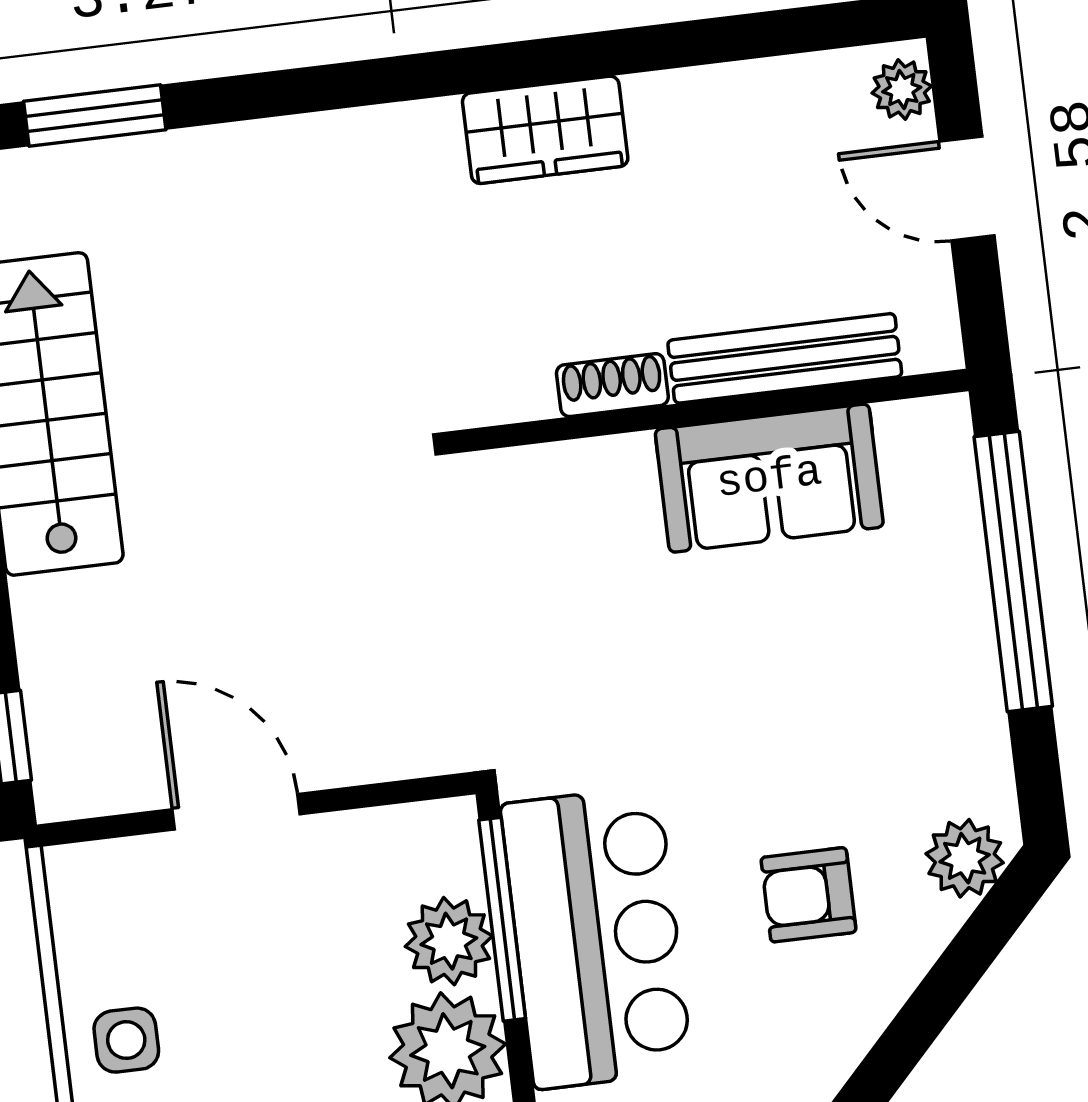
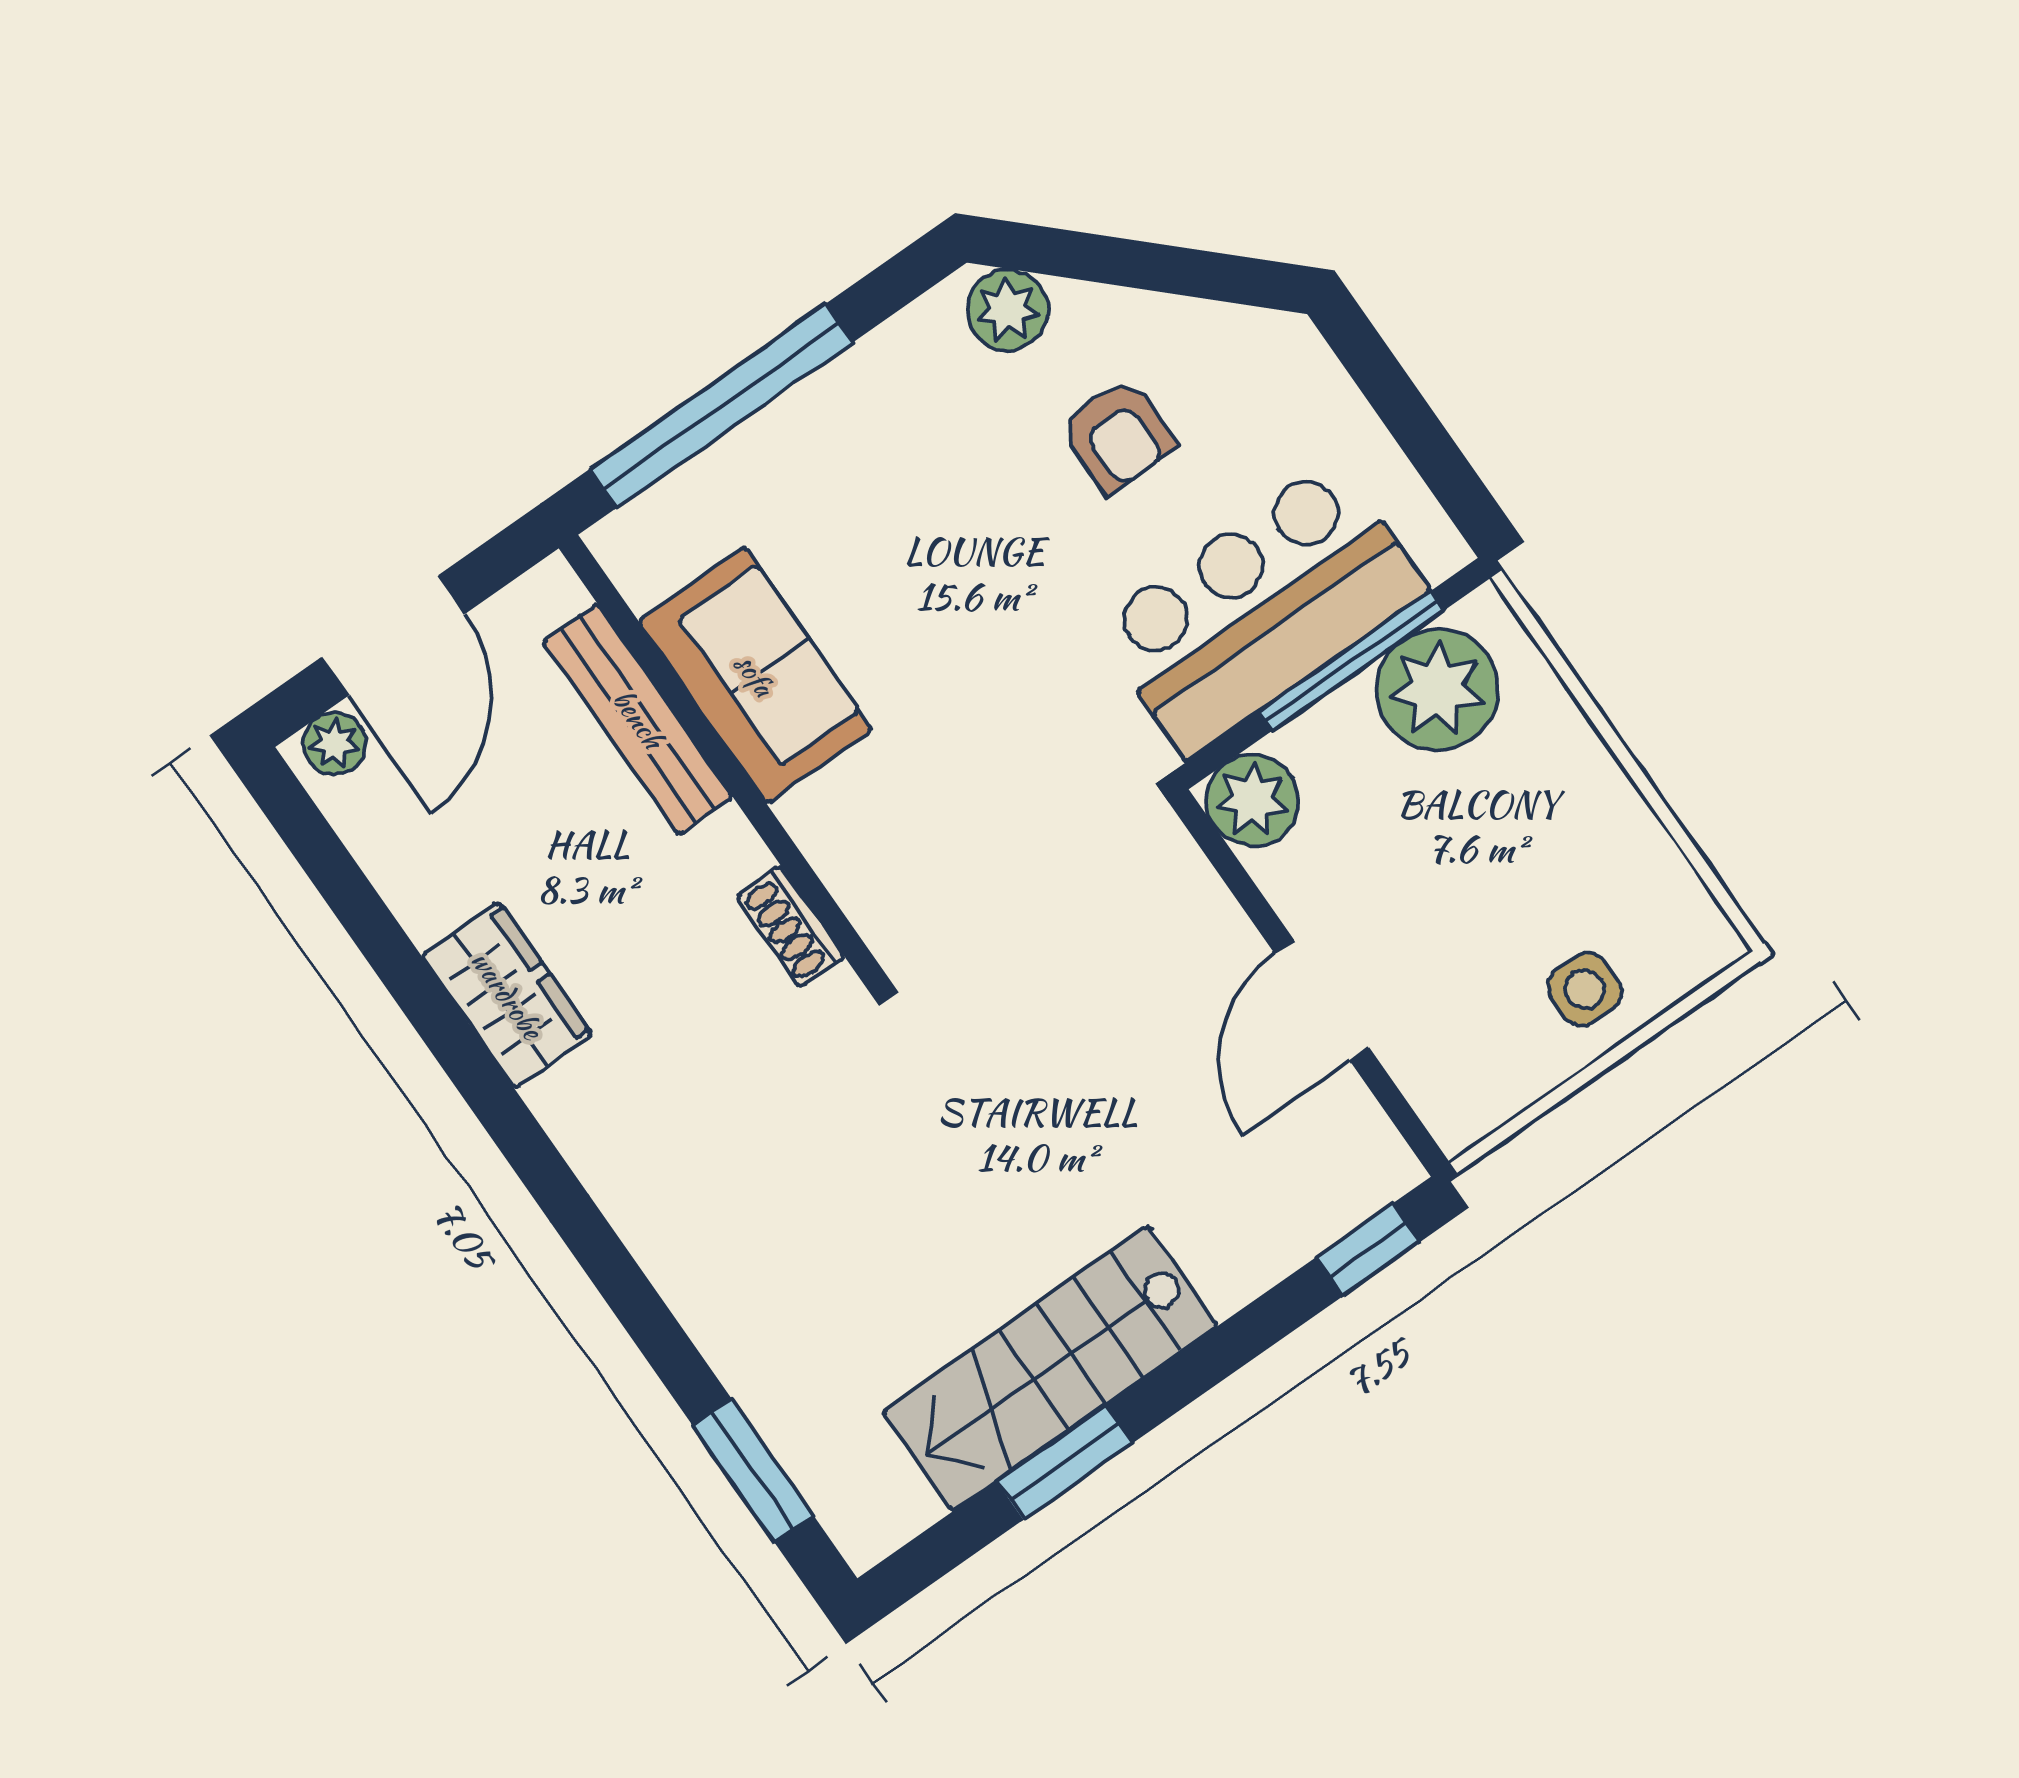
wardrobe: (545, 130) -> (507, 995), moved
door: (967, 189) -> (393, 635), width x1.38
shoe rack: (612, 385) -> (790, 927), moved
window: (502, 919) -> (1351, 661), moved
plant: (449, 941) -> (1252, 801), moved

